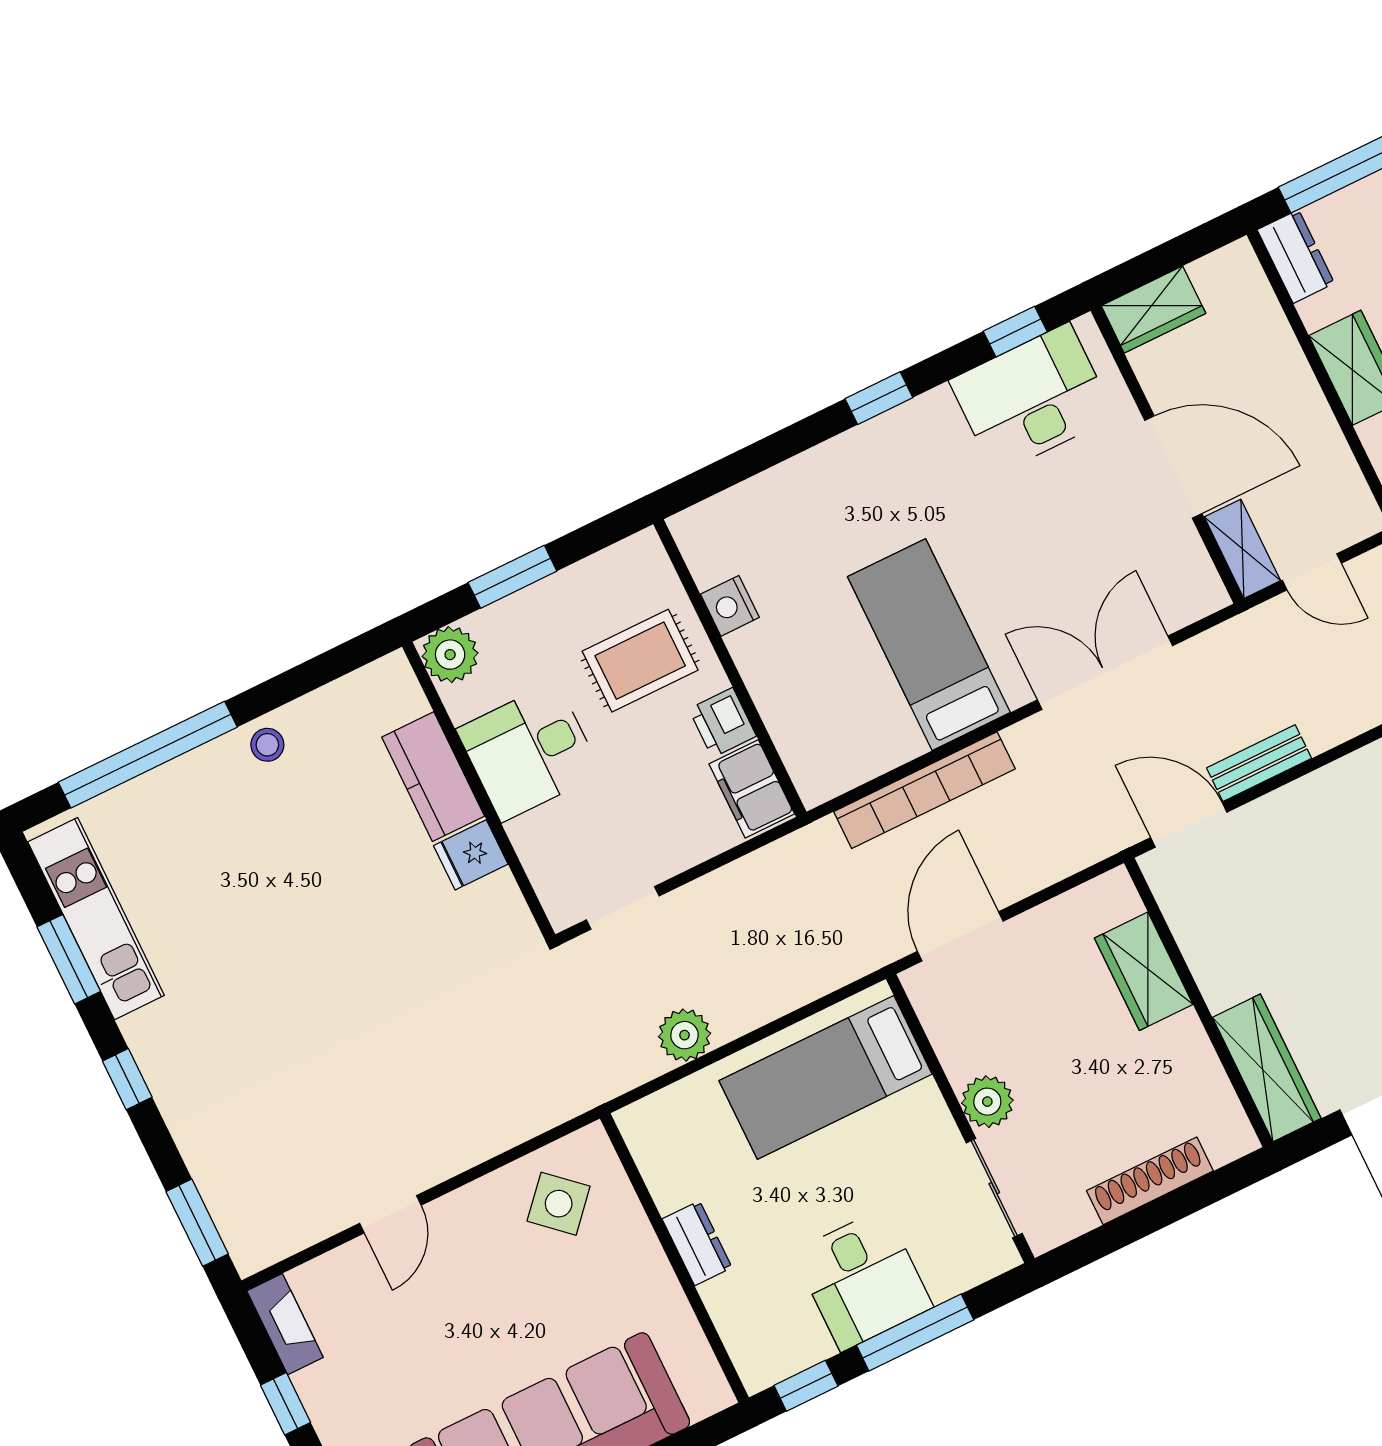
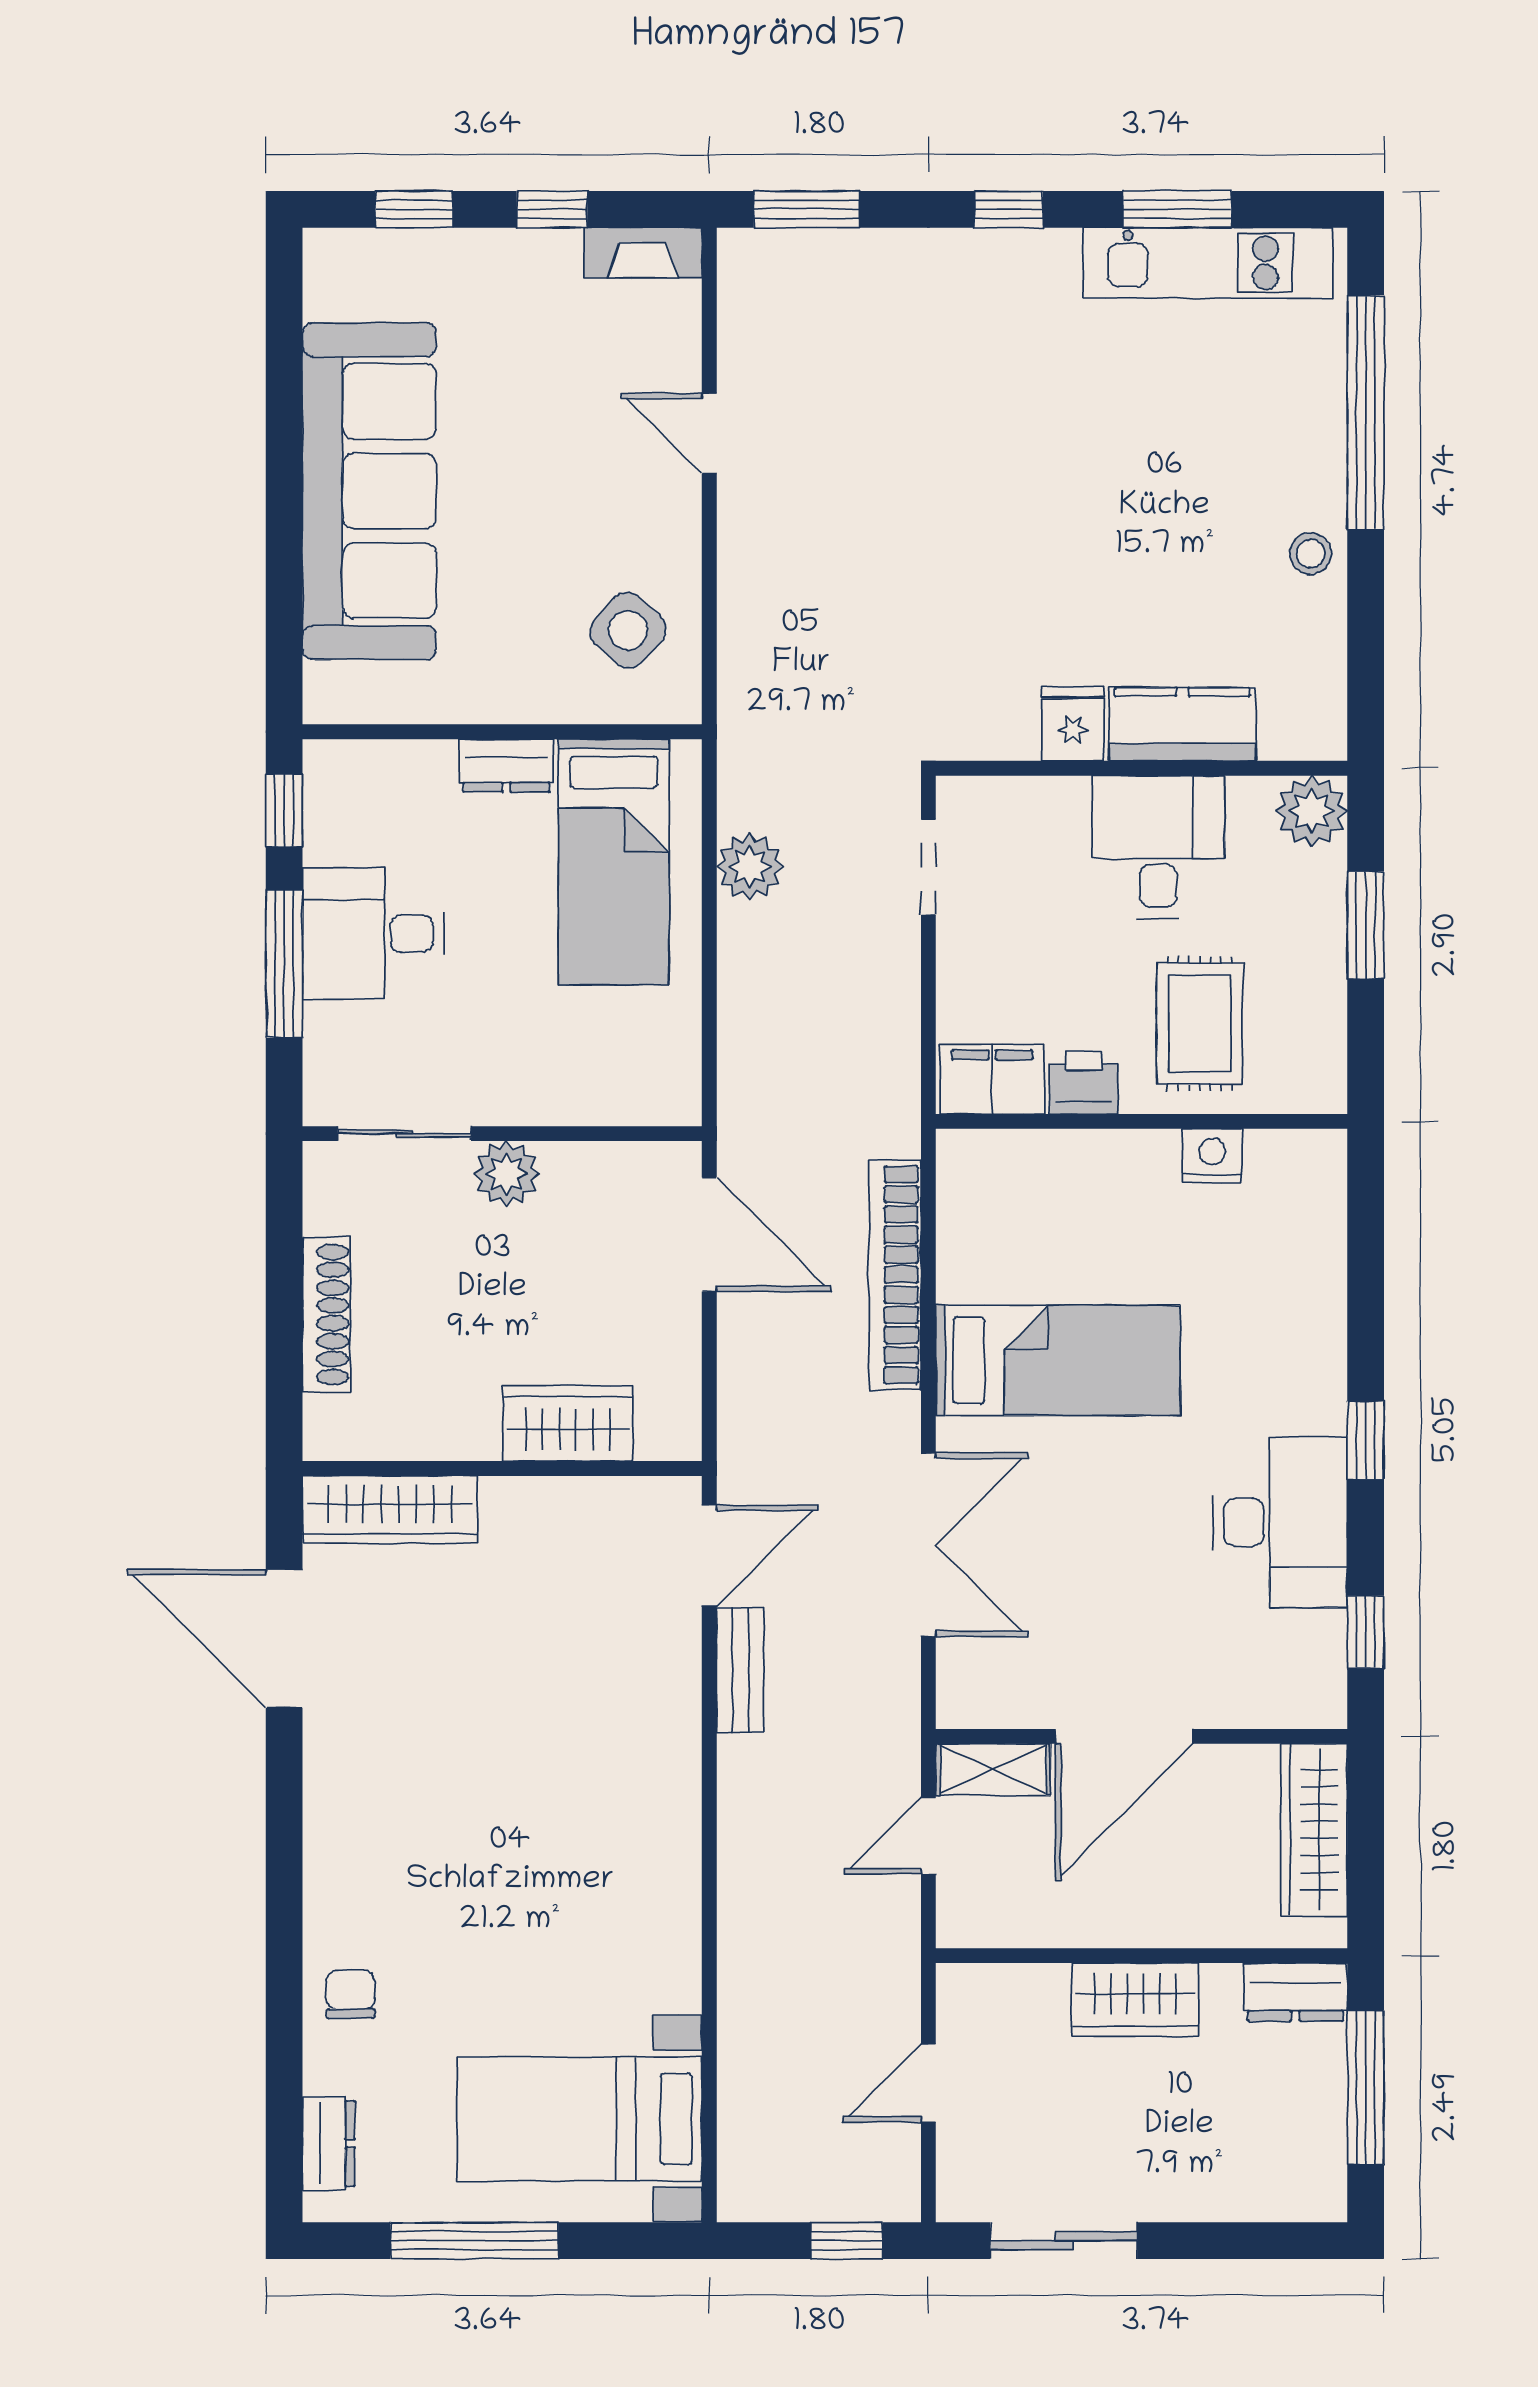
wardrobe: (1153, 310) -> (1314, 1830), width x1.50
desk: (1032, 399) -> (1280, 1522), moved
bed: (826, 1077) -> (614, 862), moved, turned 180

